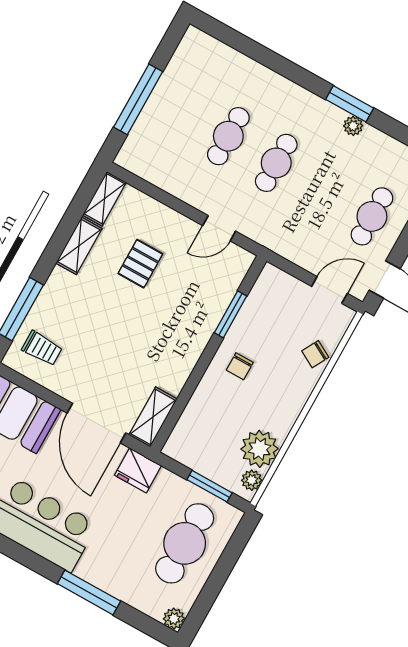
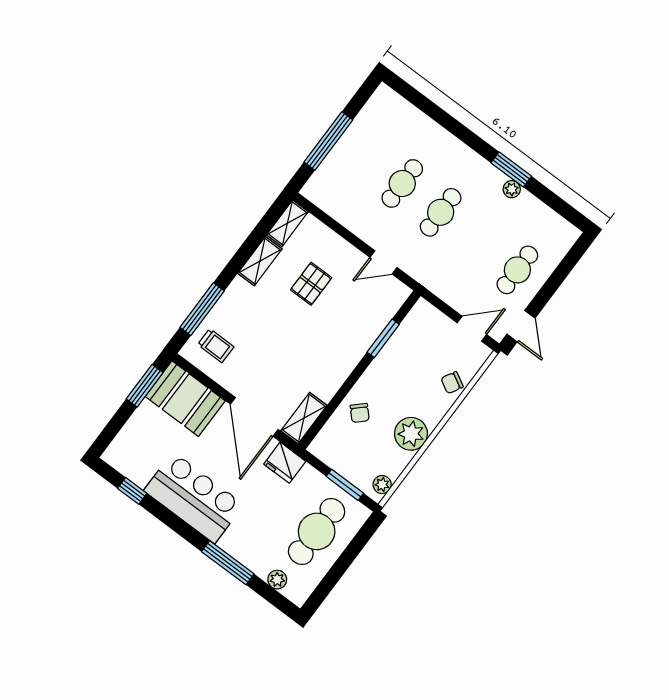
chair: (240, 366) -> (360, 413), moved, turned -44
plant: (259, 449) -> (411, 434), moved
plant: (174, 619) -> (277, 580), moved

